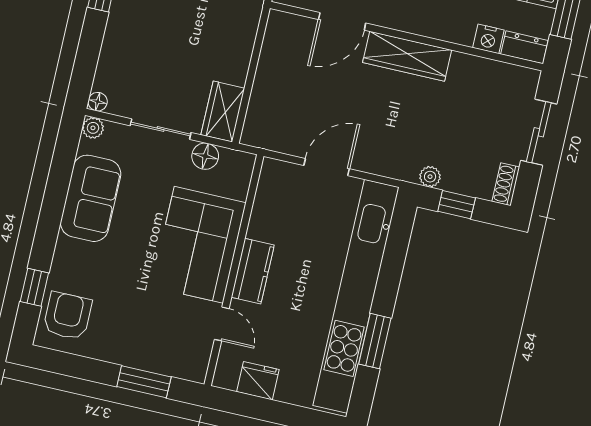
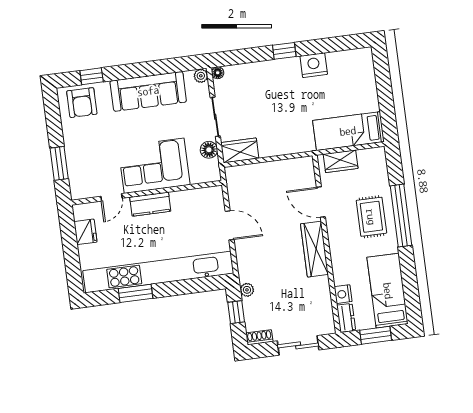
sofa: (91, 198) -> (148, 91), width x1.36
armchair: (67, 316) -> (82, 103), turned 90

